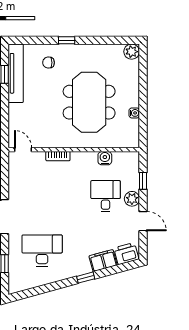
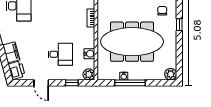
meeting table: (89, 102) -> (132, 42), width x1.36
window: (143, 105) -> (130, 83), added
plant: (132, 199) -> (89, 74), moved
door: (143, 221) -> (41, 83), hinge flipped

